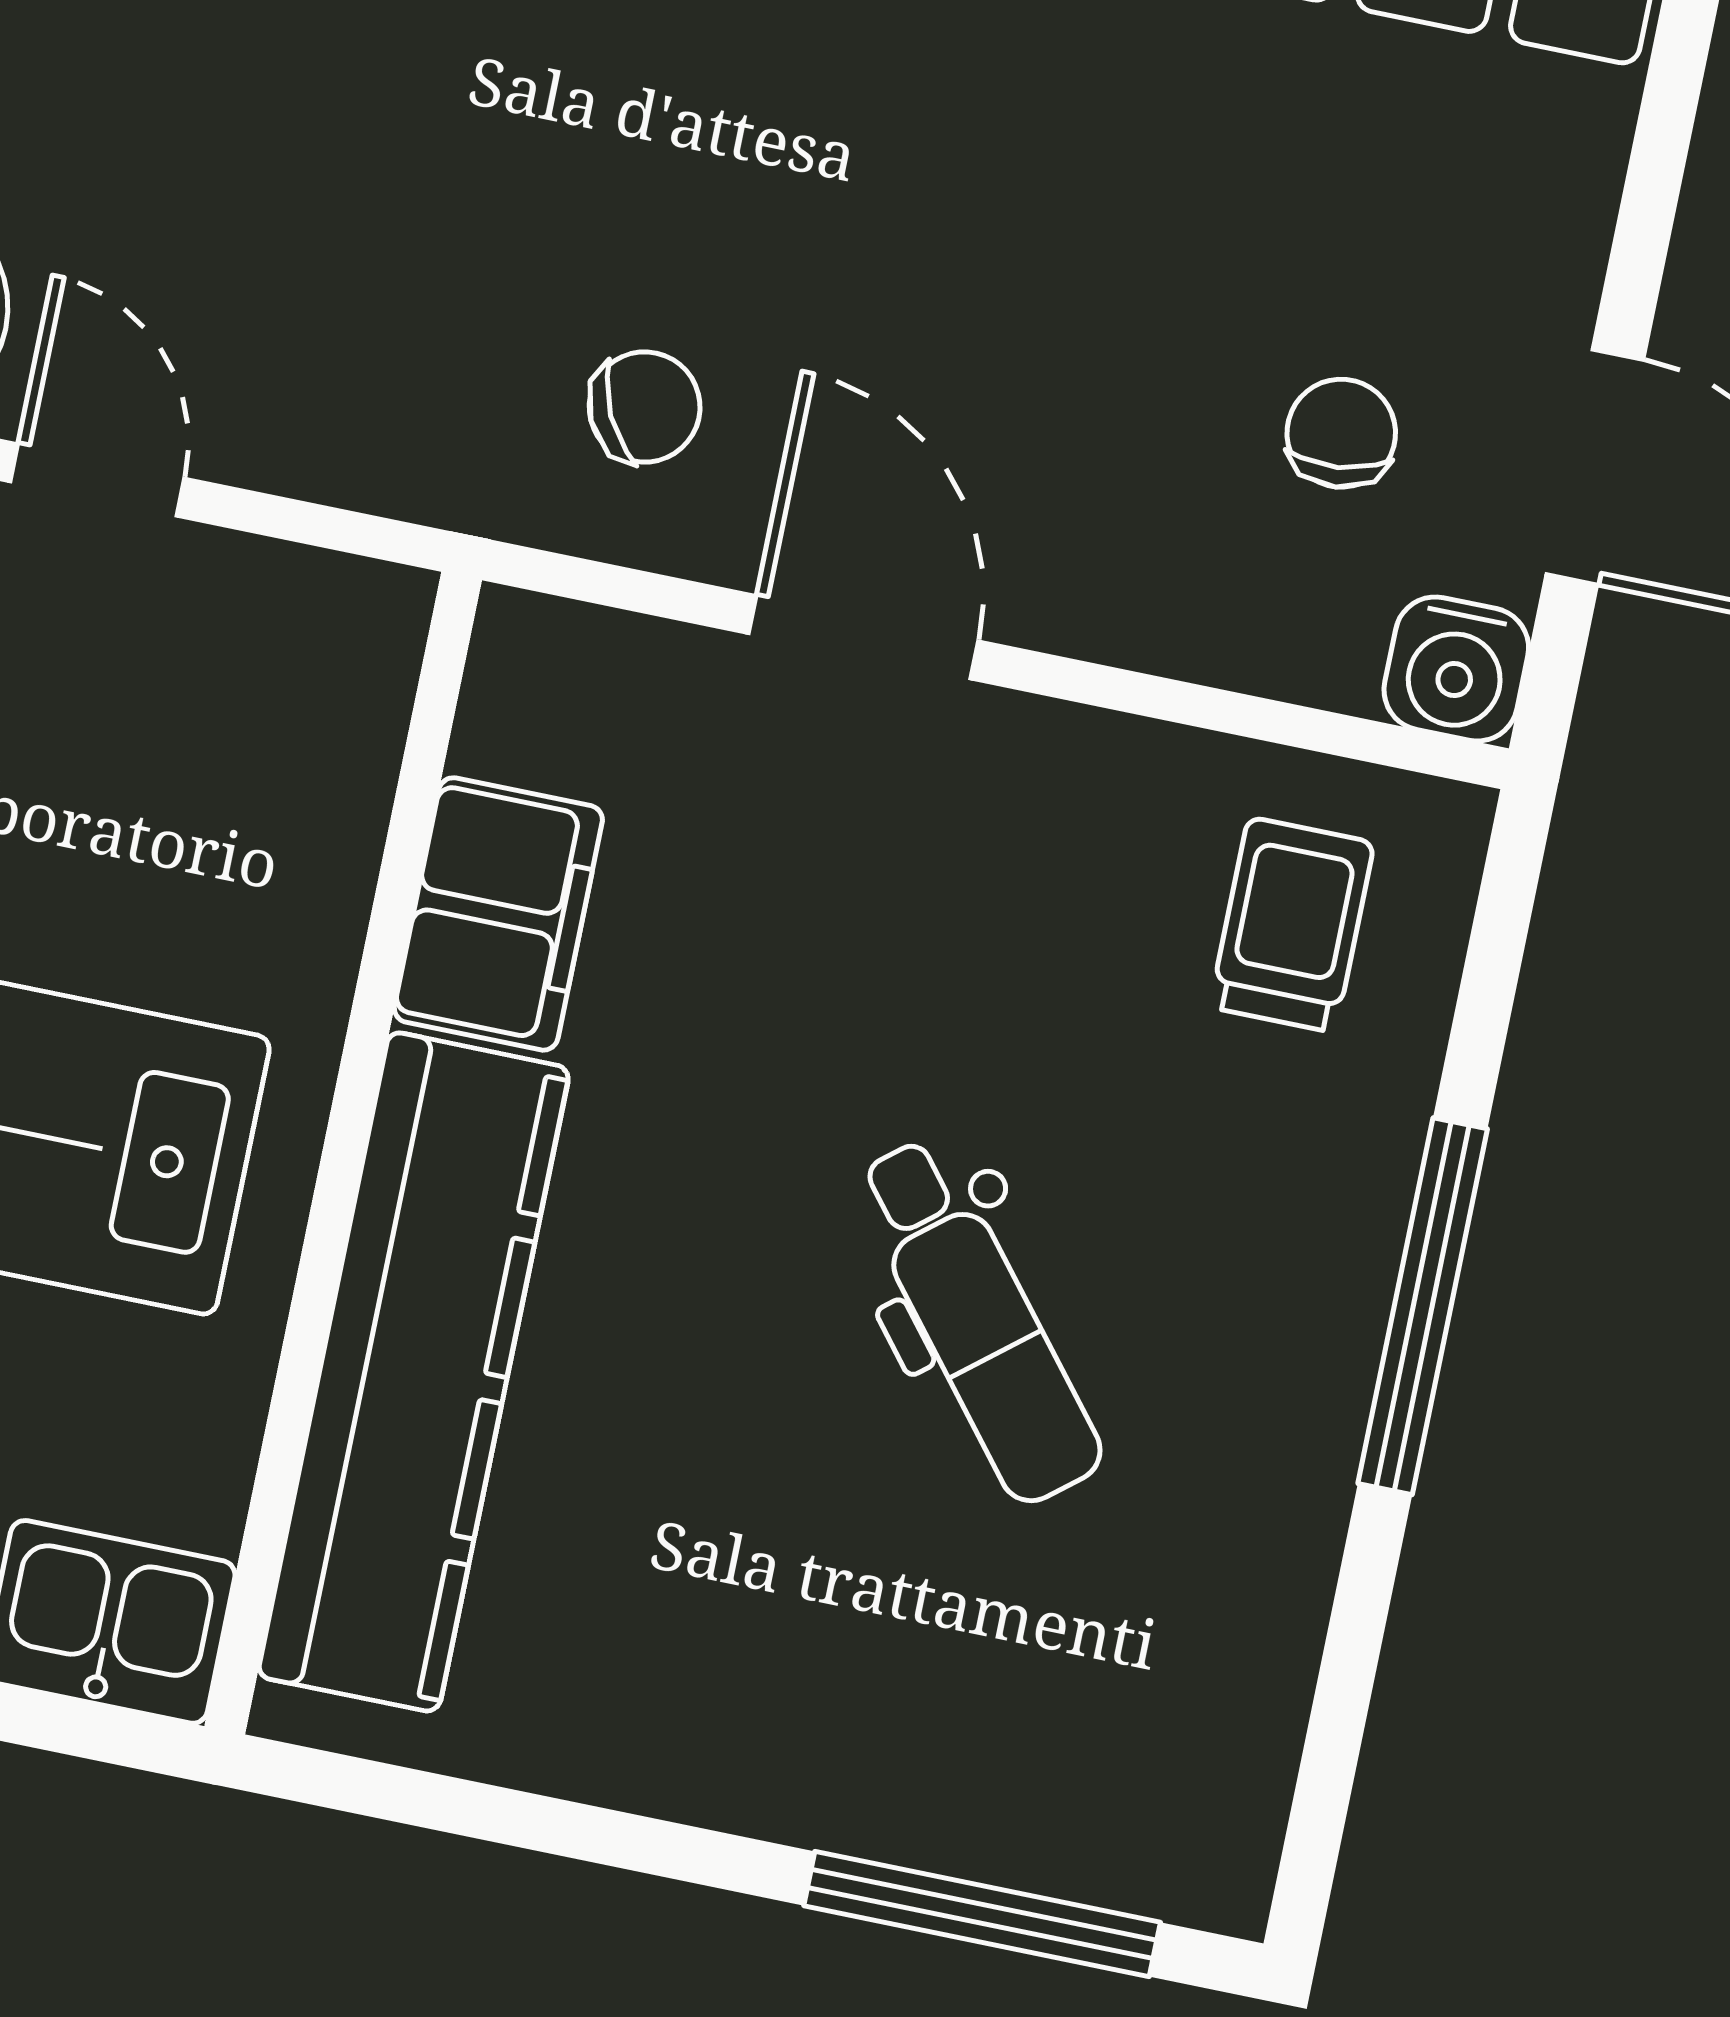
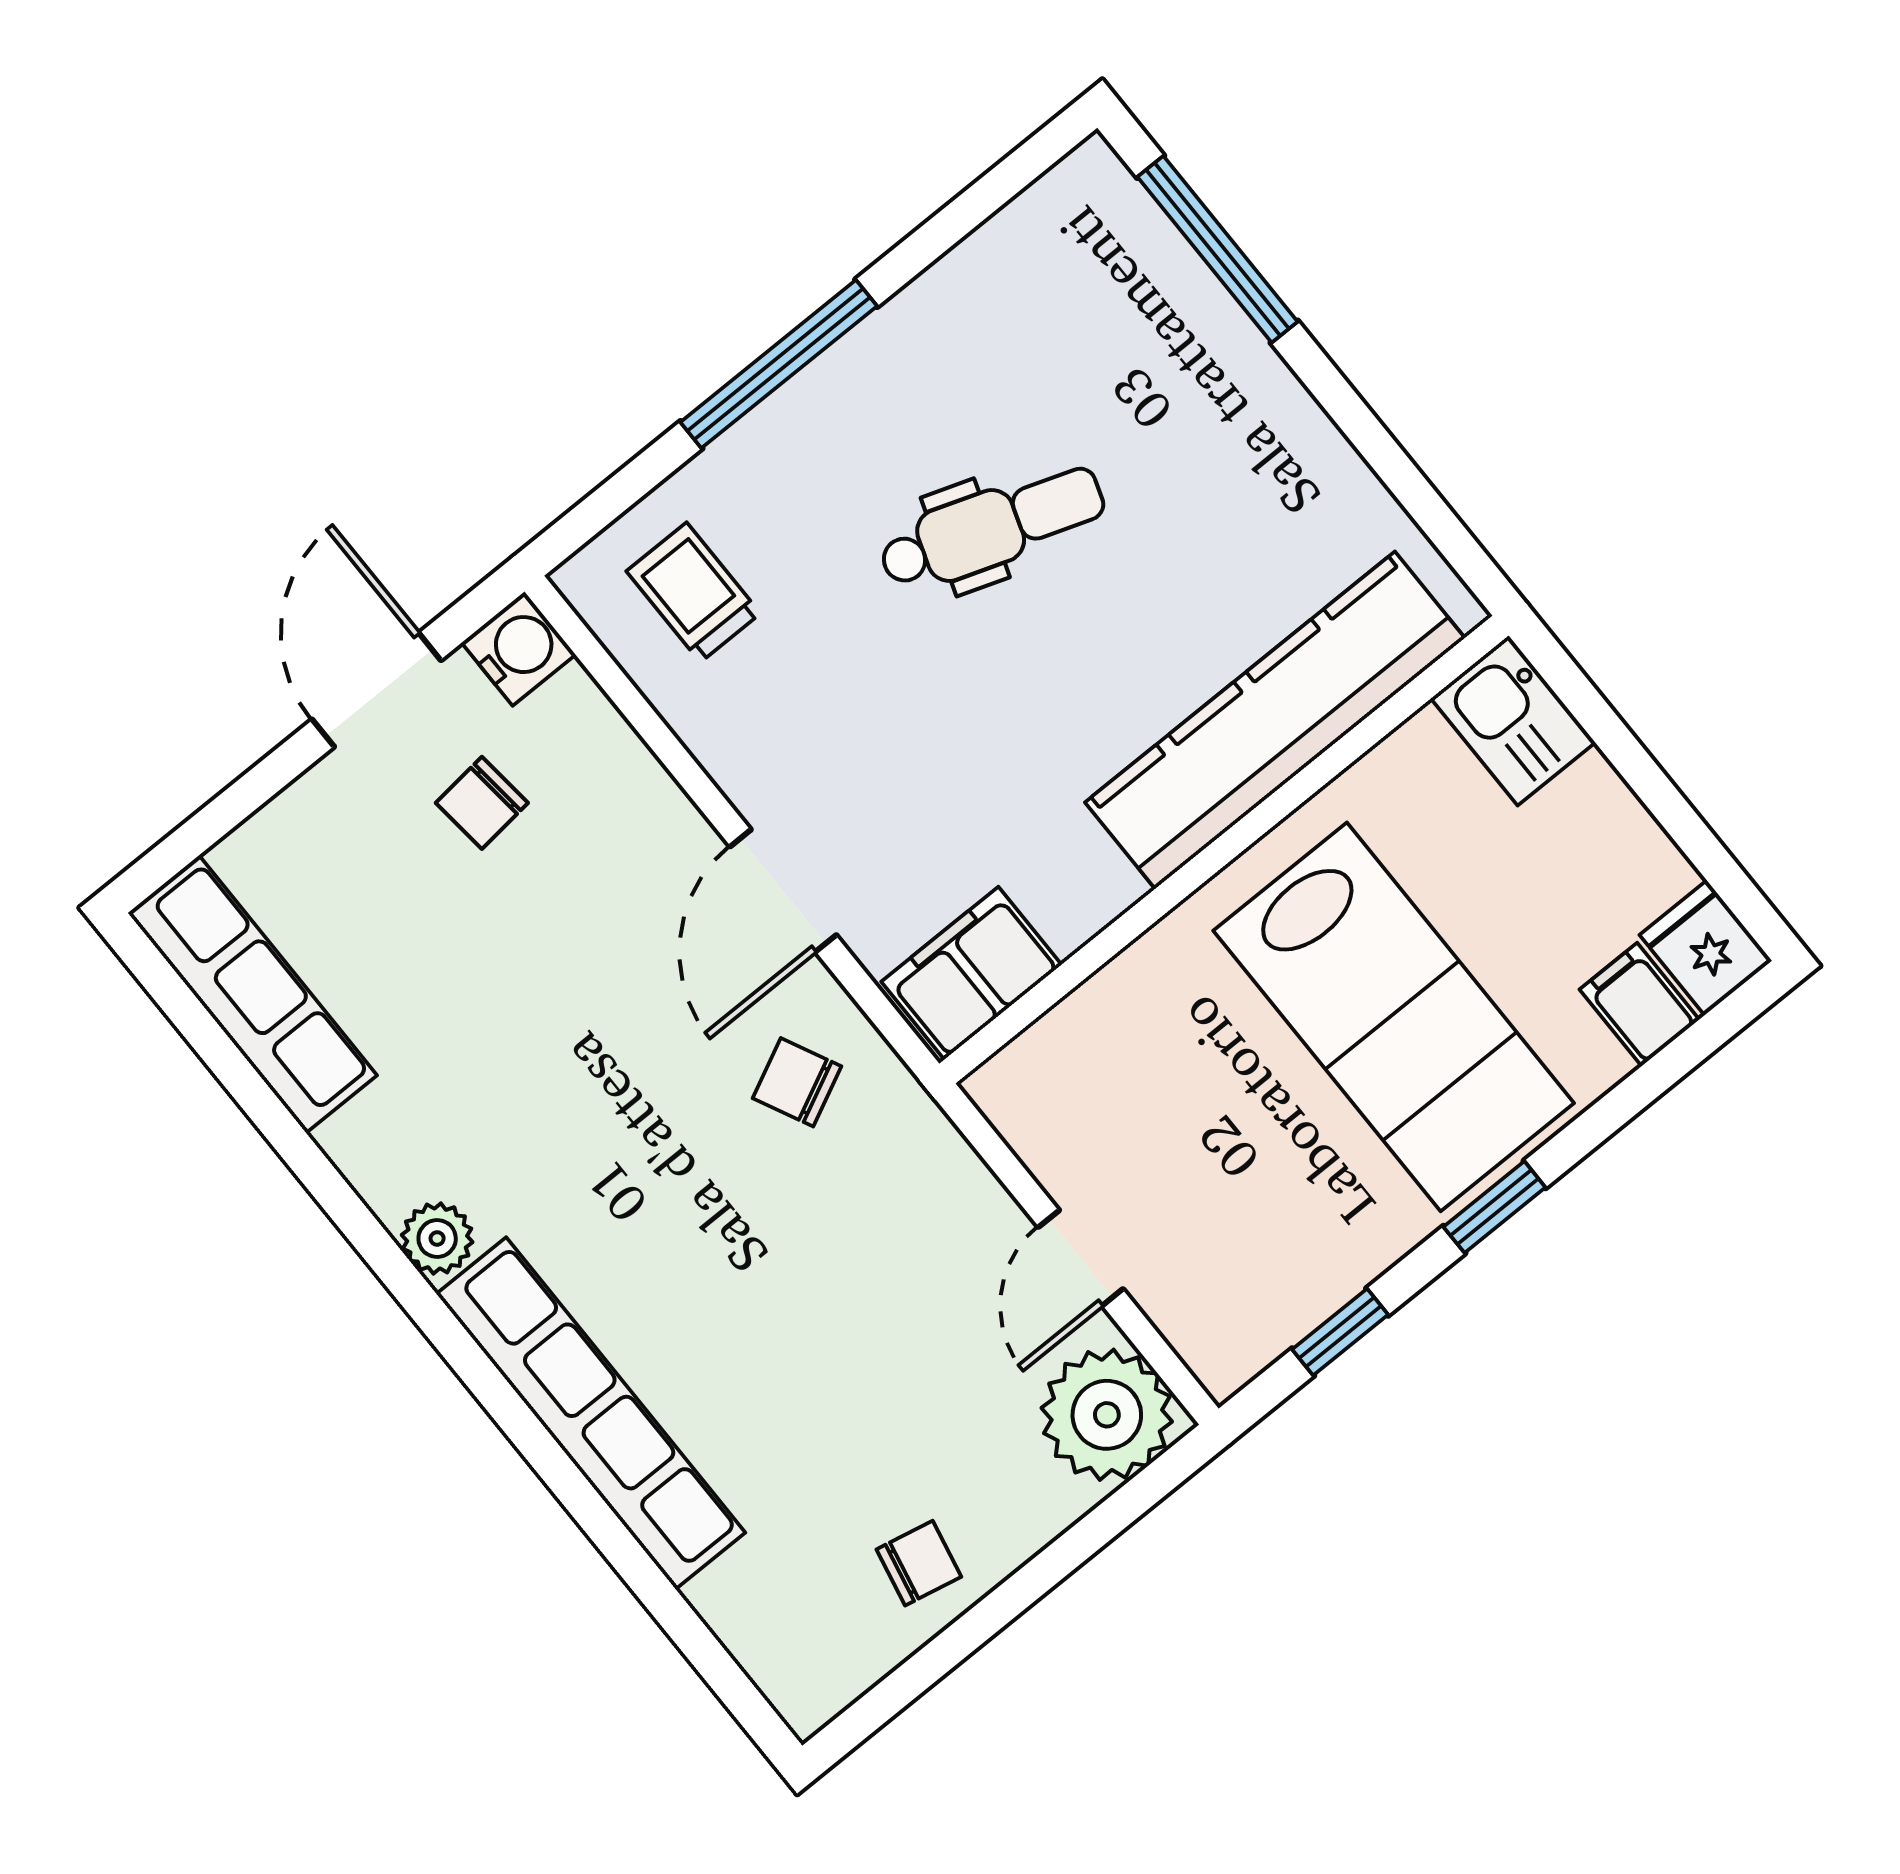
filing cabinet: (498, 914) -> (971, 973), moved
trolley: (1292, 925) -> (693, 592), turned 90
dental chair: (978, 1321) -> (992, 528), turned 58

